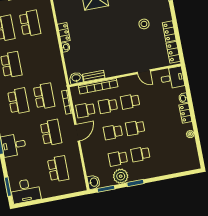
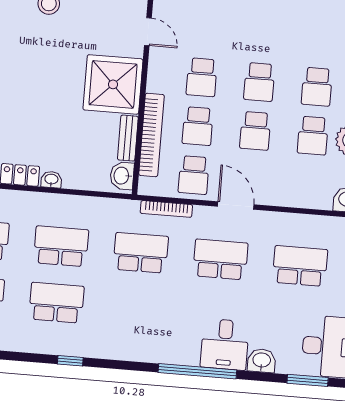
shower: (116, 63) -> (113, 84), added
door: (144, 72) -> (148, 32), hinge flipped
school desk: (18, 101) -> (61, 246), moved
washbasin: (11, 164) -> (262, 361), added

